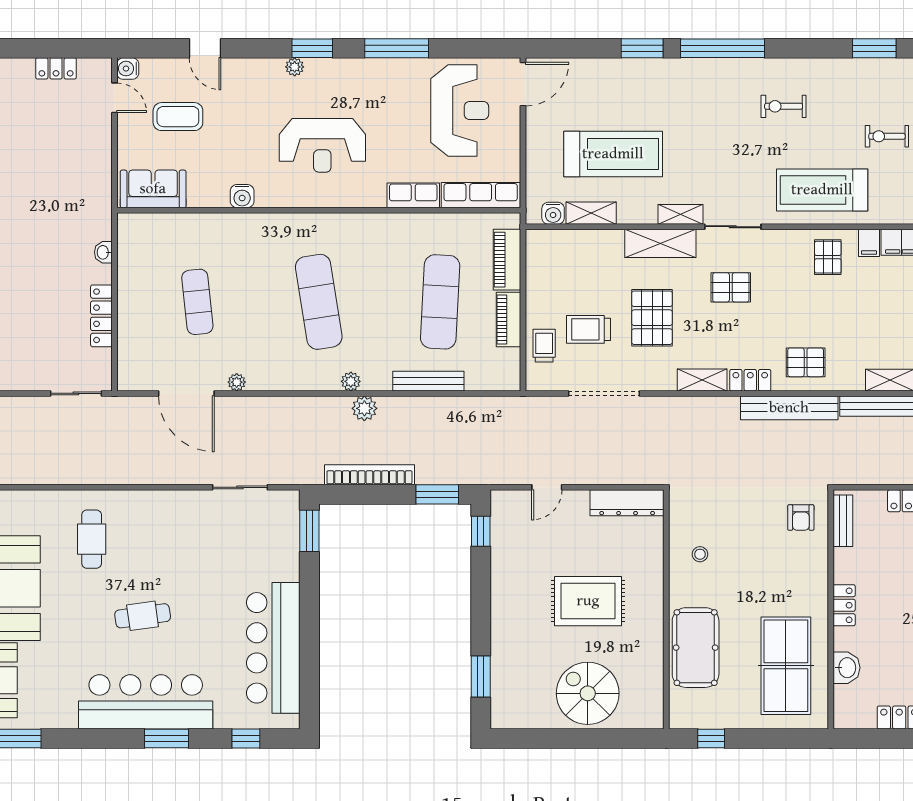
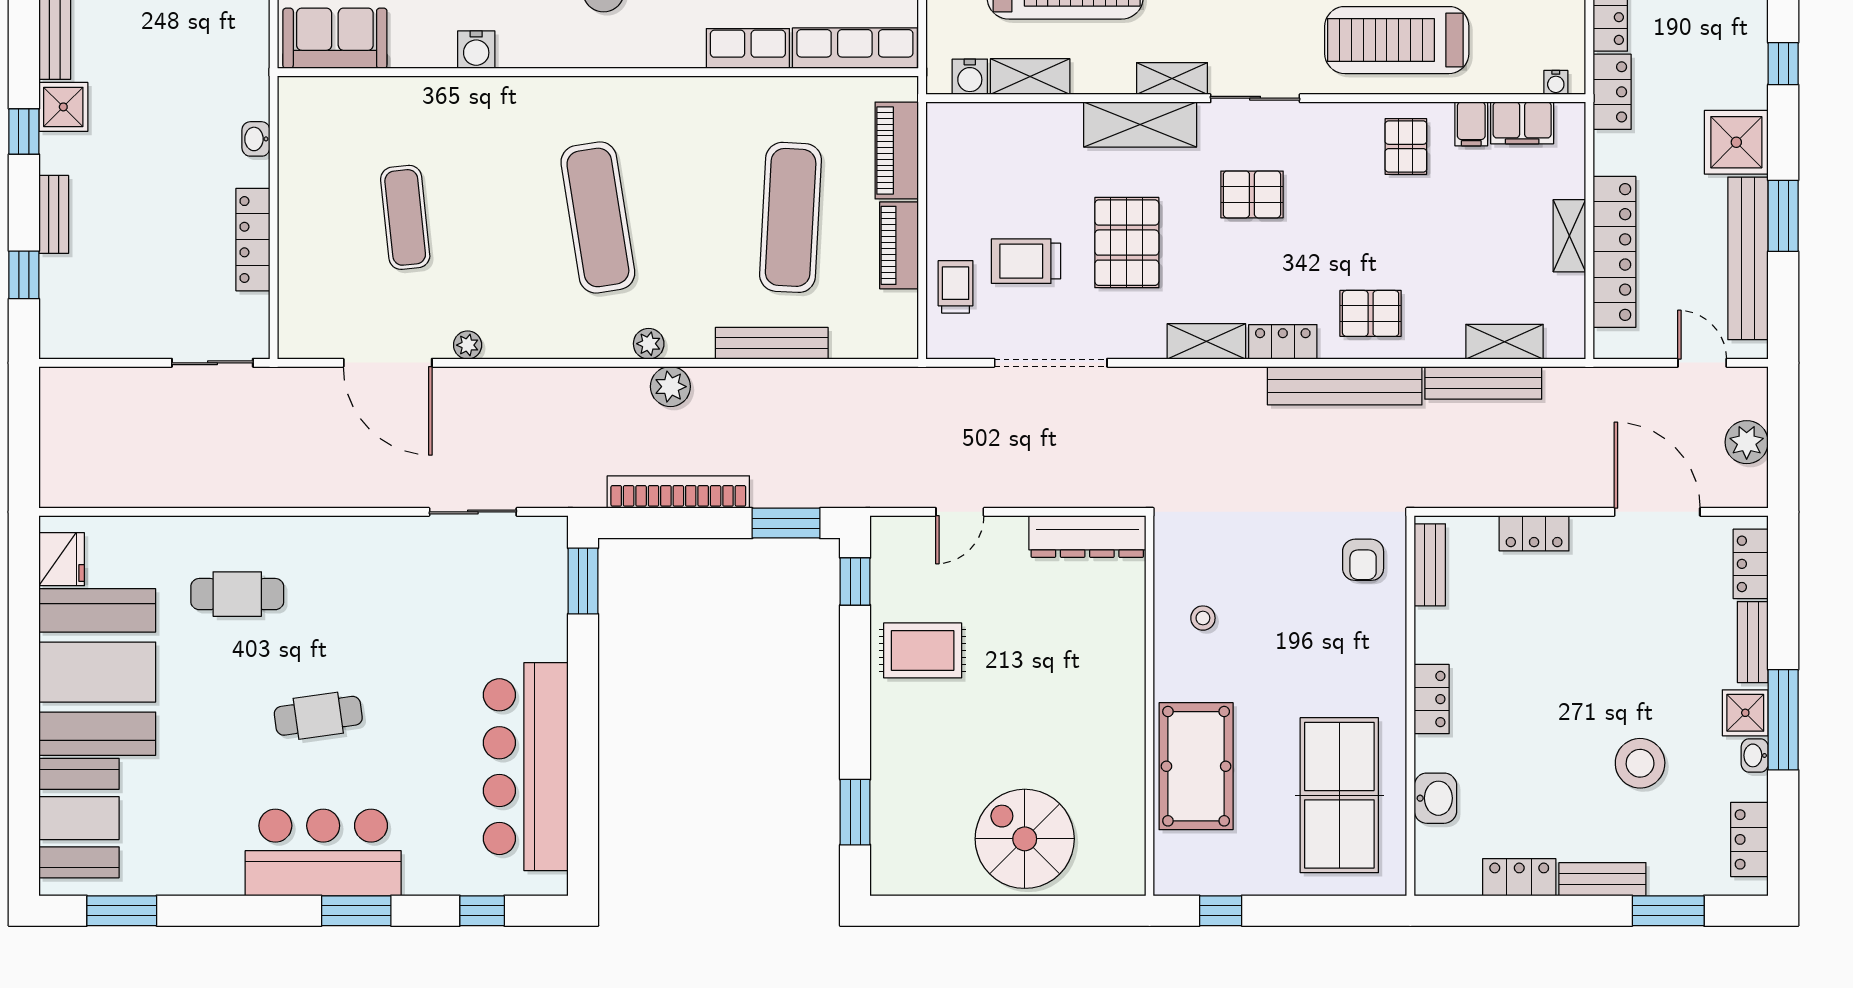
cafe table: (92, 539) -> (237, 594), turned 90
rug: (588, 601) -> (923, 650), moved, width x0.73, depth x0.70
bar counter: (146, 702) -> (323, 852), width x0.73

